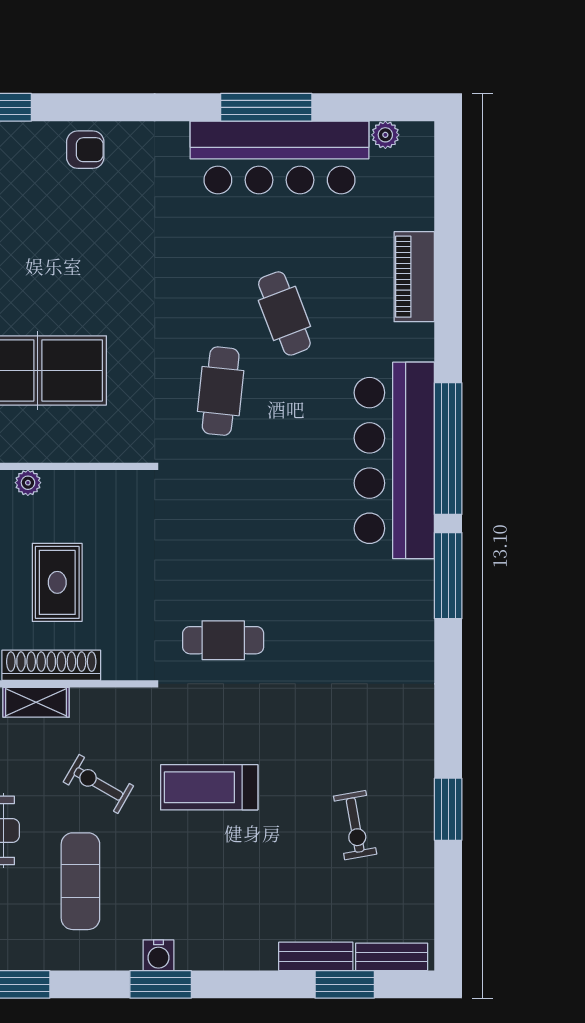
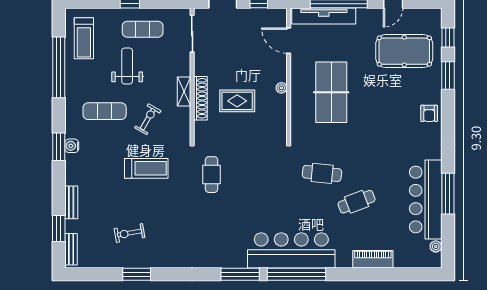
treadmill: (209, 787) -> (146, 168), turned 90
bench: (316, 956) -> (71, 202), moved

